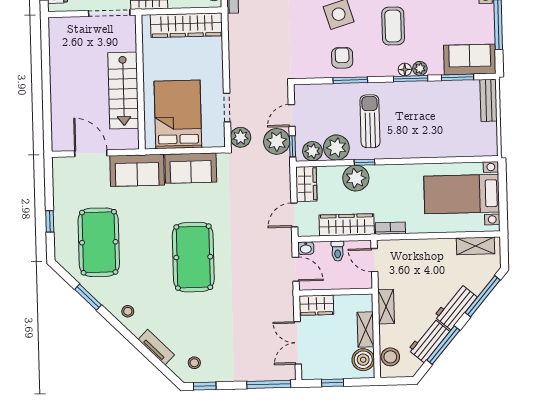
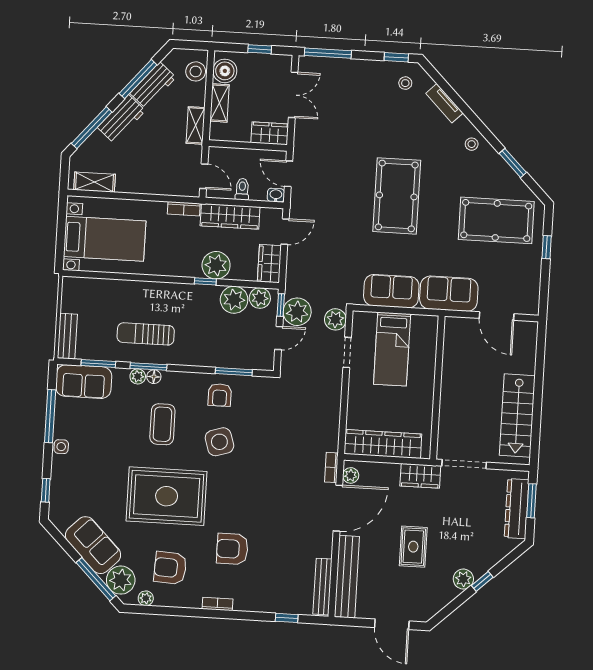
window: (350, 80) -> (234, 372), moved
stairs: (123, 90) -> (517, 416), moved, turned 180
bed: (178, 114) -> (392, 349), width x0.67
sun lounger: (370, 121) -> (146, 334), moved, turned 90
pool table: (99, 242) -> (496, 220), turned 90

